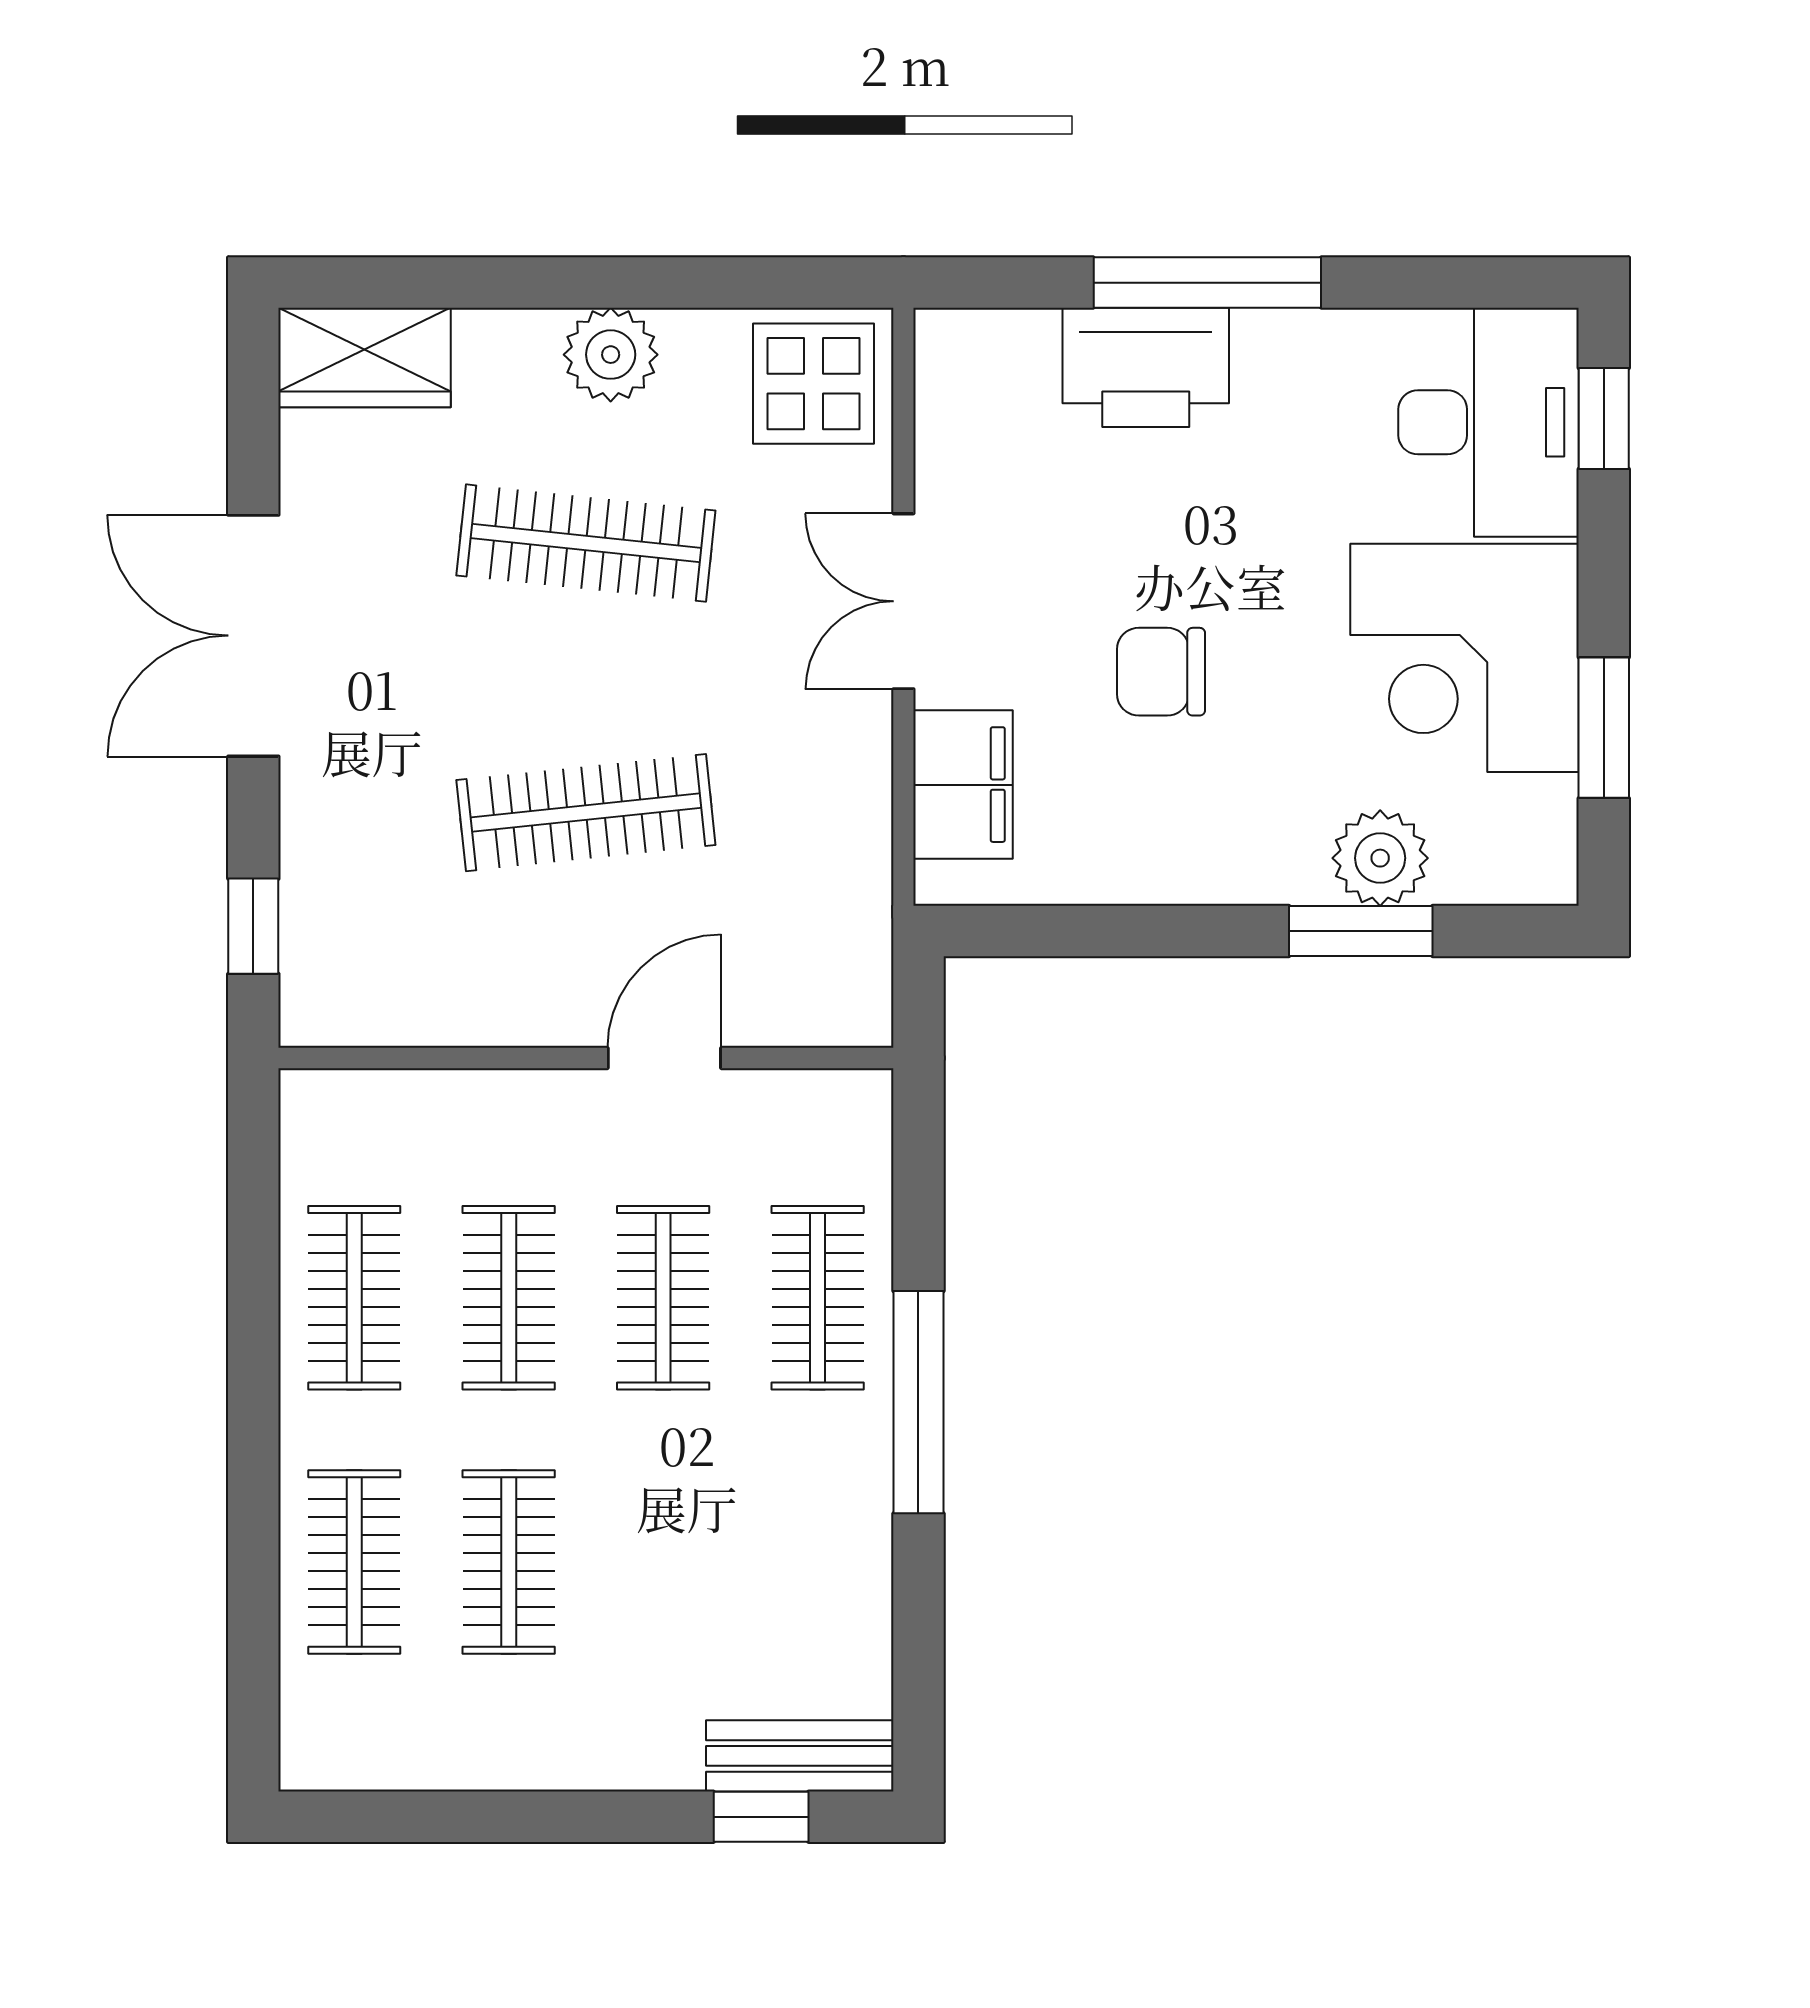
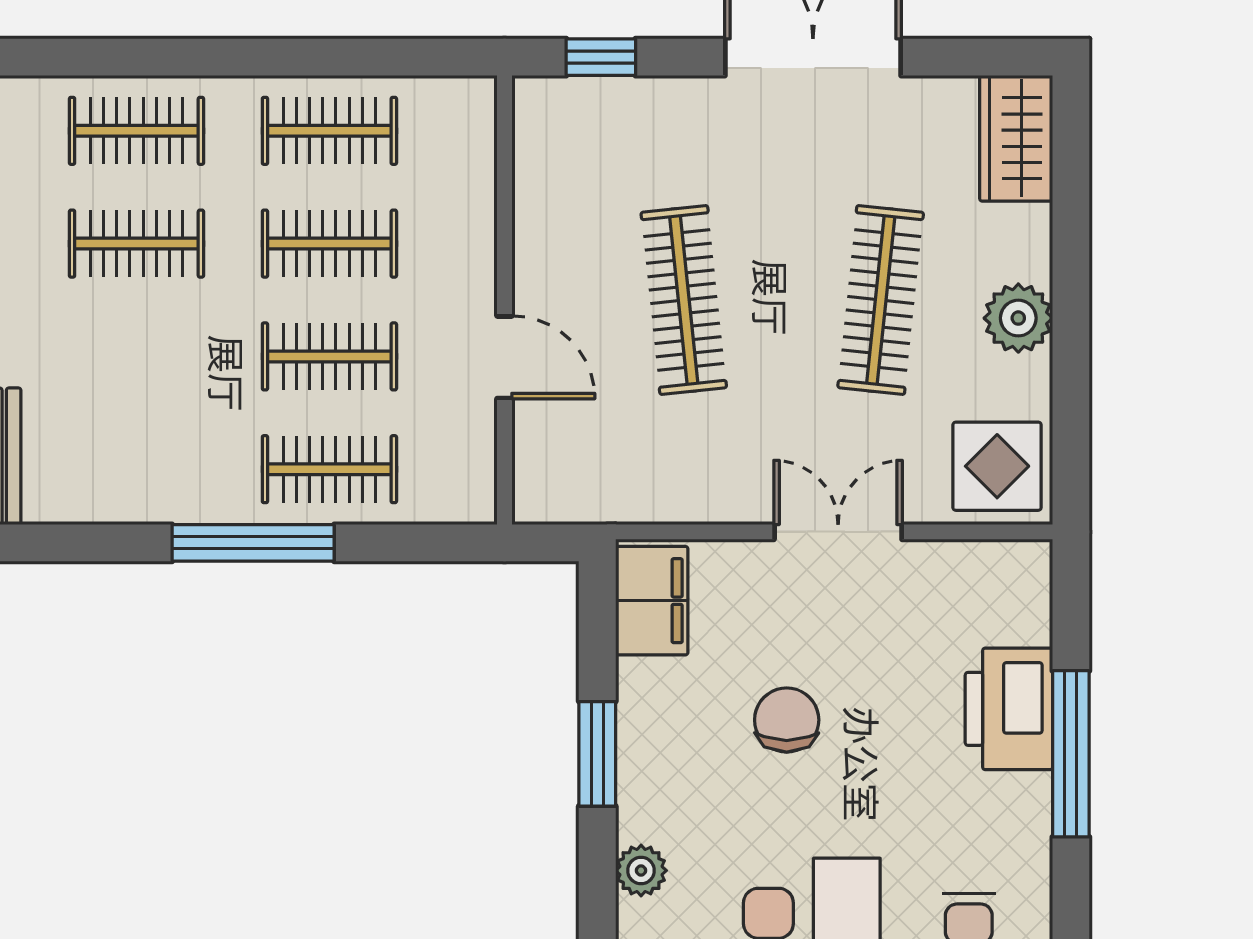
filing cabinet: (963, 785) -> (652, 601), moved, turned -90
plant: (1380, 858) -> (641, 871), width x0.73, depth x0.73
window: (1361, 931) -> (597, 754), moved

